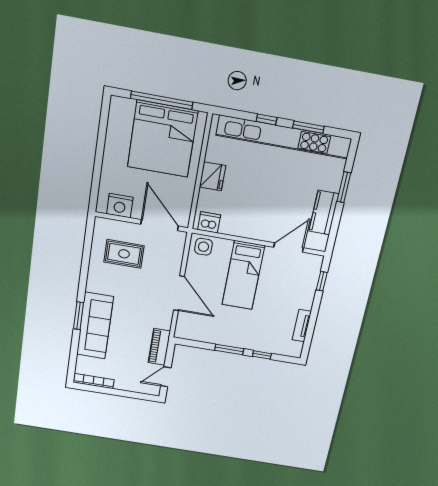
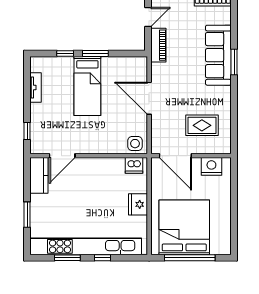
kitchen counter: (324, 213) -> (39, 175), moved
bed: (243, 275) -> (87, 86), moved, turned 180

